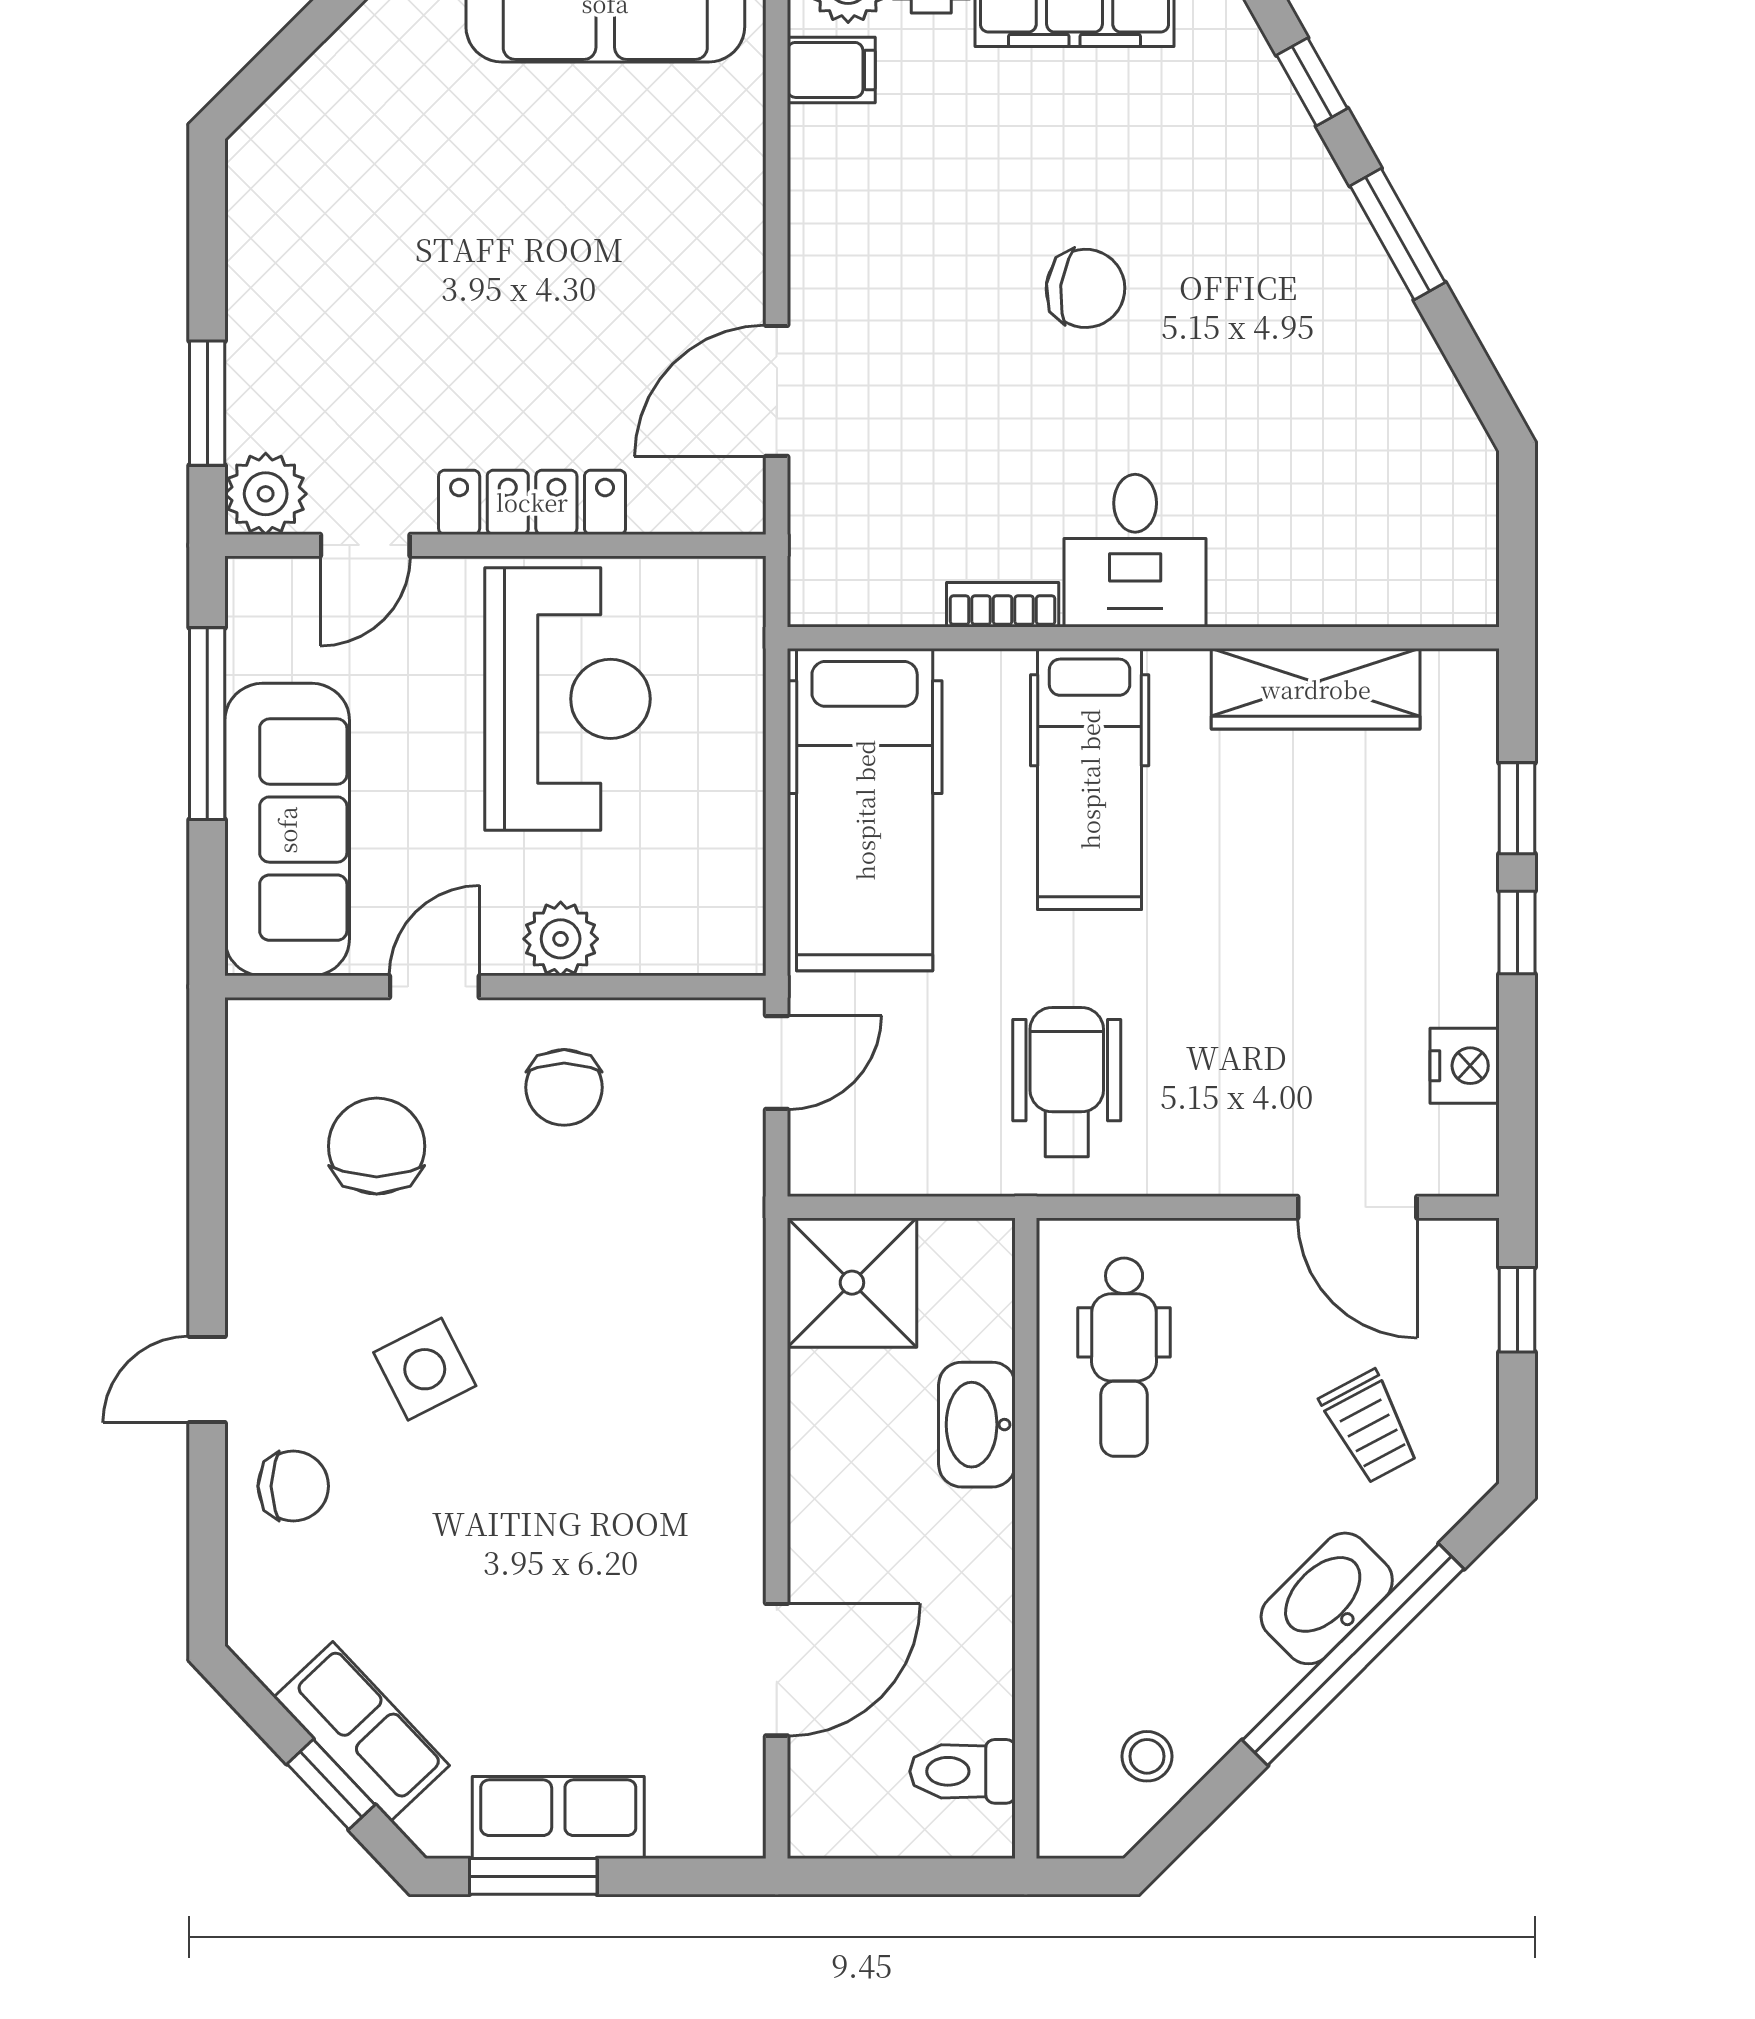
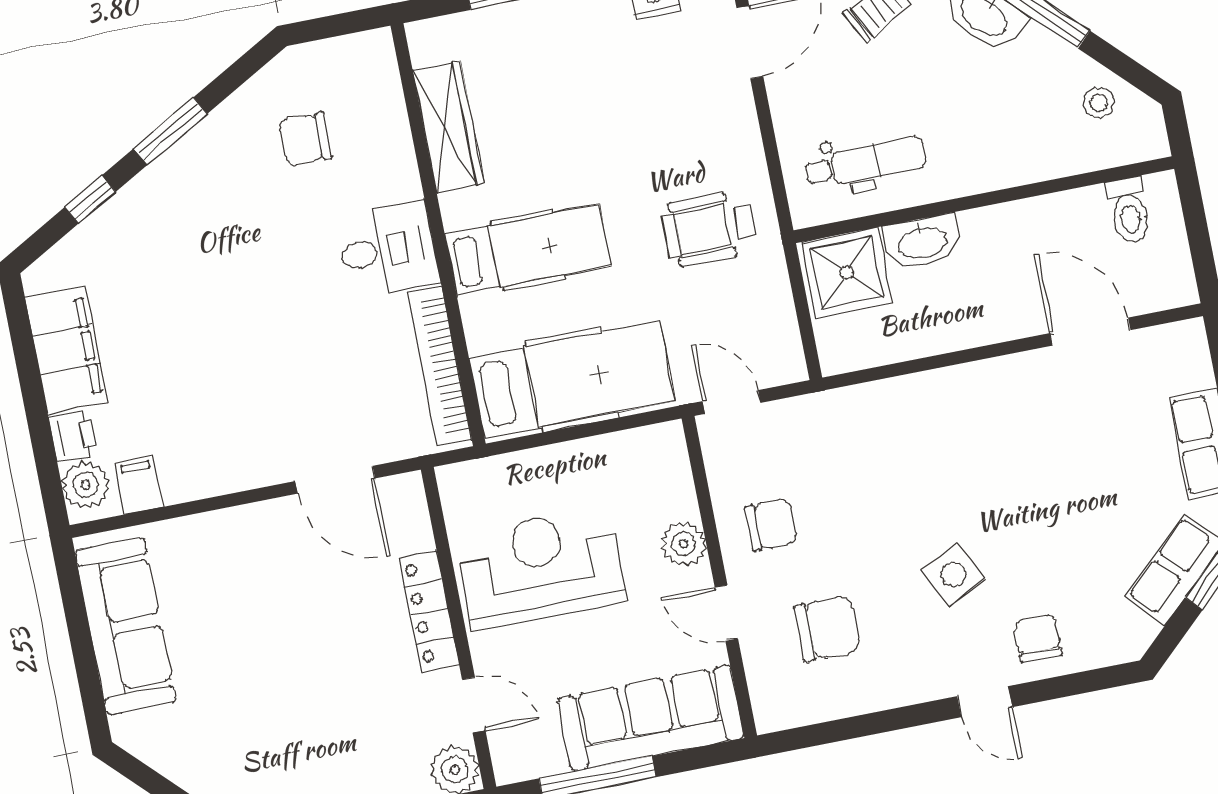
chair: (1086, 288) -> (305, 139), moved, turned -97
bookcase: (1003, 605) -> (439, 366), width x2.31, depth x1.31
chair: (377, 1146) -> (827, 629), turned 180
shower: (852, 1283) -> (847, 273), moved

